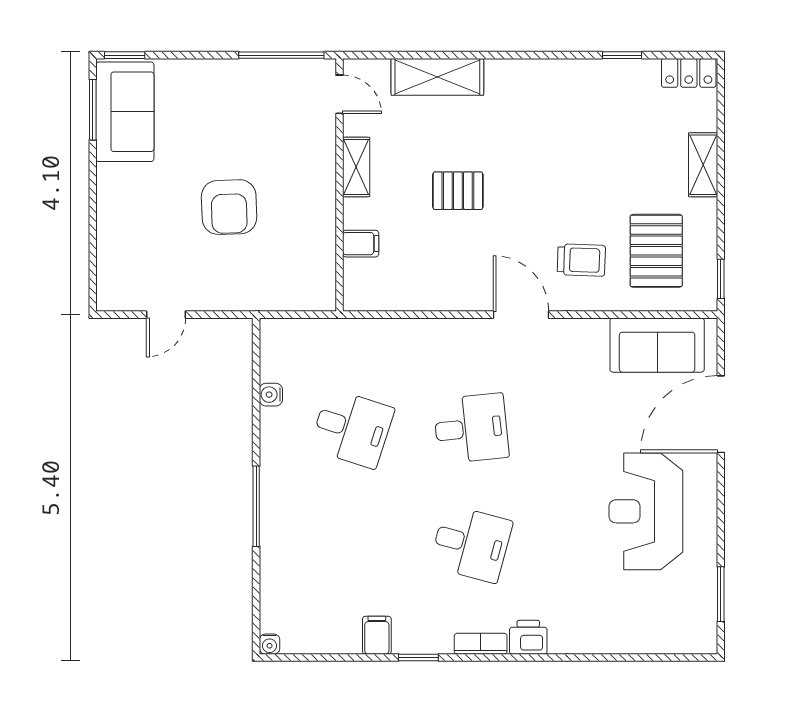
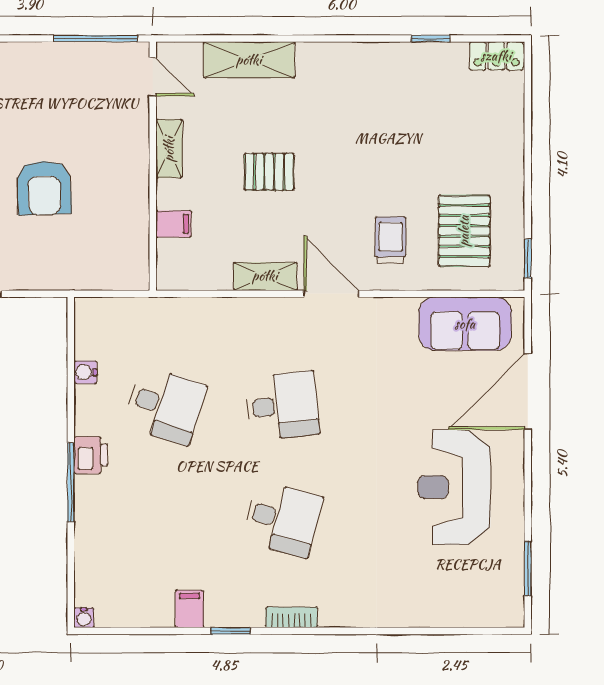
shelving: (703, 165) -> (265, 276), moved, turned 90
trolley: (581, 260) -> (391, 240), turned -92
printer: (528, 637) -> (91, 455), moved, turned 90

